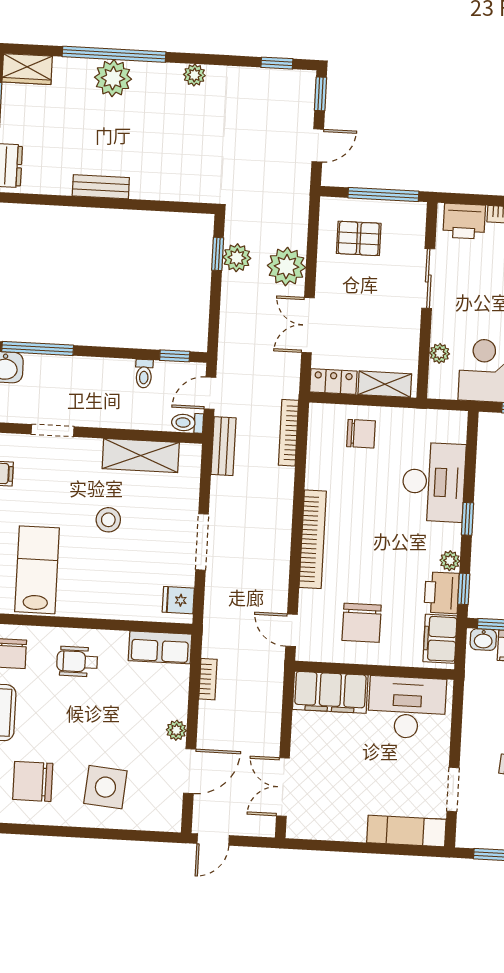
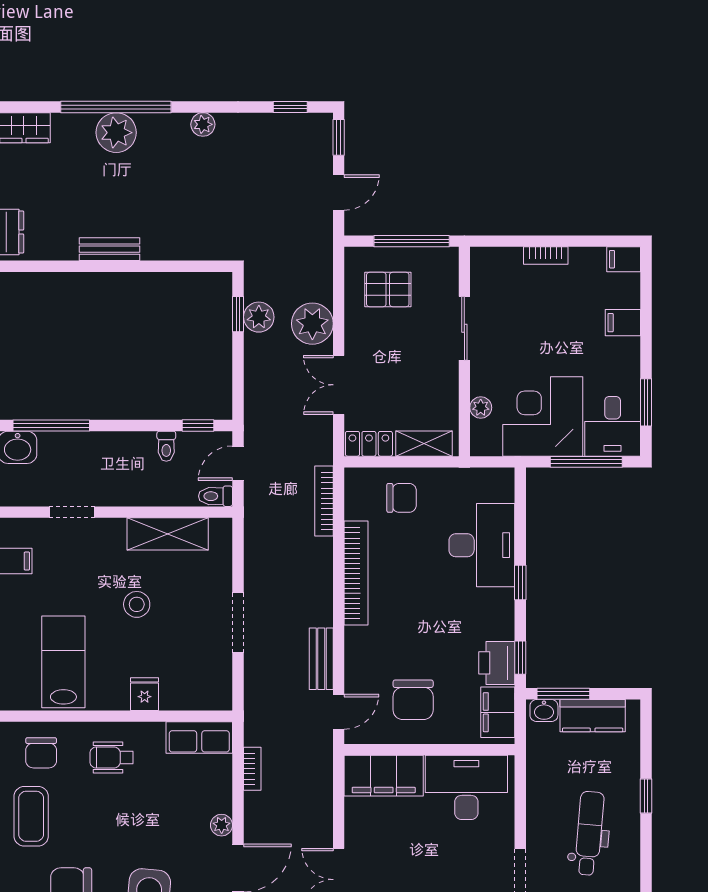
printer: (464, 221) -> (499, 265), removed
bench: (223, 446) -> (321, 659), moved
bookcase: (313, 539) -> (356, 573), moved
plant: (450, 561) -> (504, 628), removed
fridge: (178, 600) -> (145, 694), moved, turned 90
door: (291, 630) -> (339, 712), swing flipped

